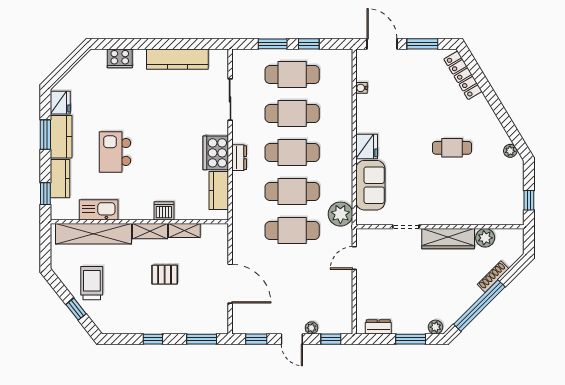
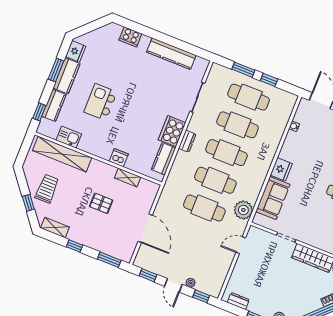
kitchen sink: (99, 210) -> (69, 137), width x0.73
shelving: (150, 231) -> (55, 228), moved

